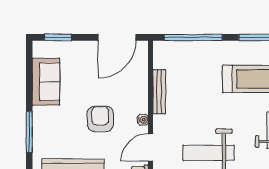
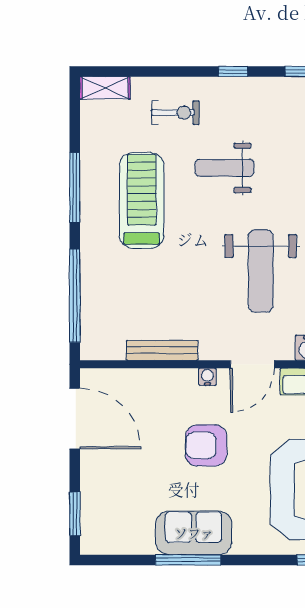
sofa: (46, 82) -> (194, 533), moved
window: (29, 132) -> (188, 560), moved
door: (151, 148) -> (252, 364), hinge flipped

